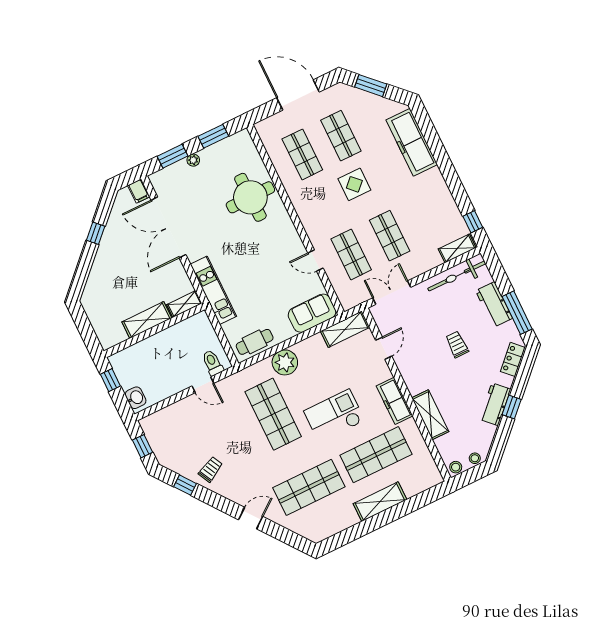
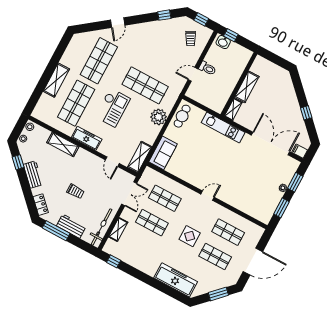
round table: (250, 197) -> (239, 190), removed
shelving: (457, 248) -> (118, 230), moved
door: (315, 261) -> (207, 196), moved
toilet: (212, 363) -> (207, 68), moved
window: (110, 380) -> (231, 35), moved
window: (512, 407) -> (18, 162), moved
trolley: (211, 469) -> (191, 39), moved

